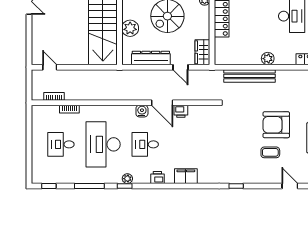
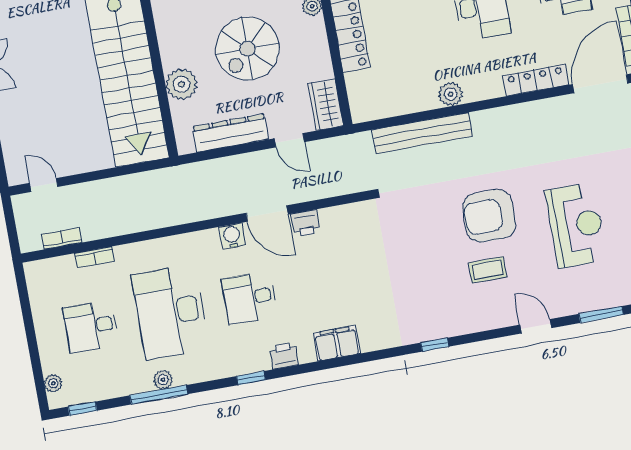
plant: (36, 170) -> (53, 383), added
plant: (127, 179) -> (163, 380), moved
window: (125, 186) -> (251, 378), moved

